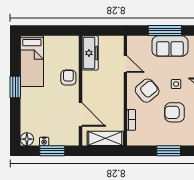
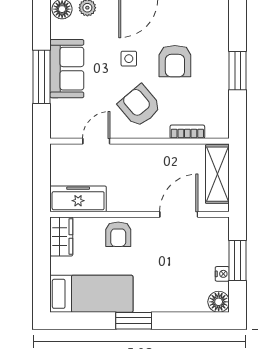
wardrobe: (67, 43) -> (61, 236), added
armchair: (68, 78) -> (118, 234), turned -90

